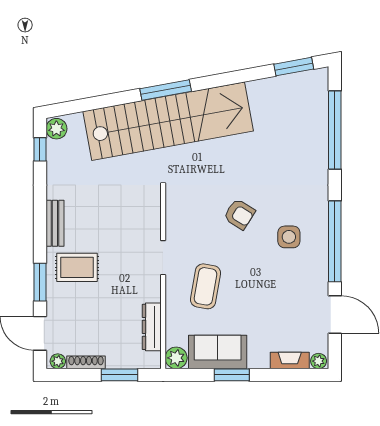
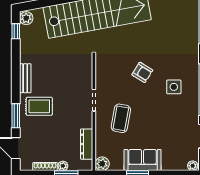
sofa: (218, 352) -> (143, 160), moved
plant: (58, 361) -> (63, 166), moved
fireplace: (290, 361) -> (174, 165), removed

